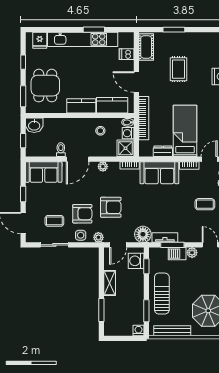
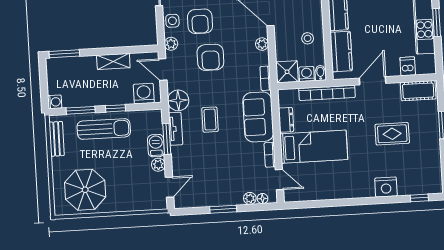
coffee table: (205, 204) -> (210, 120), moved
window: (146, 266) -> (116, 108), moved
window: (101, 310) -> (64, 54), moved
bench: (172, 331) -> (57, 139), width x0.73

